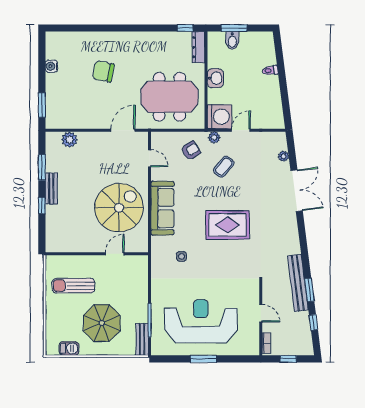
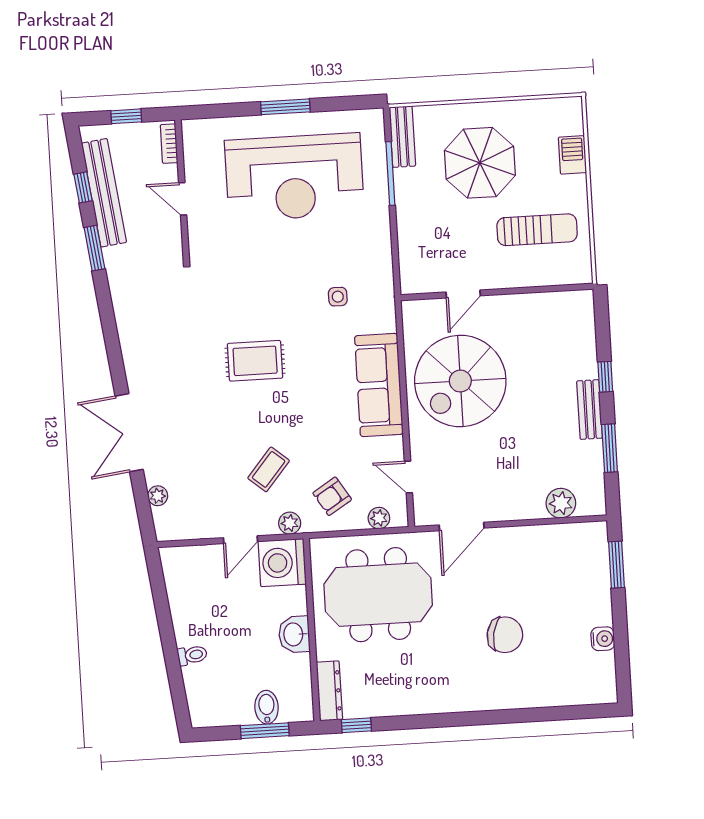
plant: (167, 137) -> (379, 518), added
rug: (227, 225) -> (255, 361), width x0.73, depth x0.70
bench: (298, 283) -> (104, 193), moved
barbecue: (69, 348) -> (572, 155), moved, turned 90

